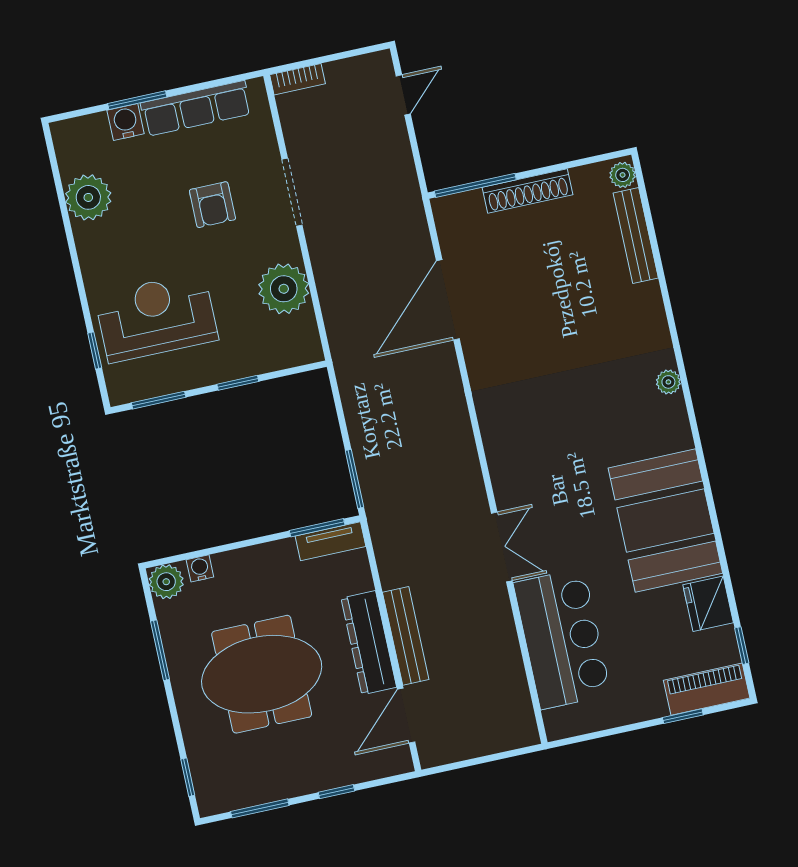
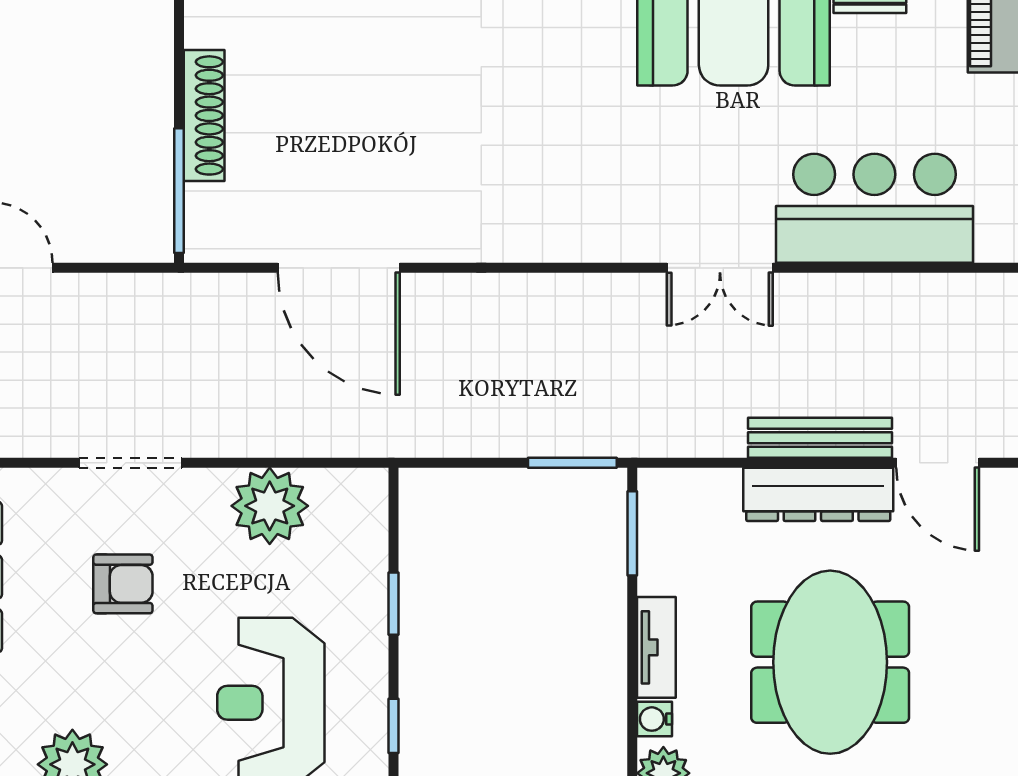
window: (159, 400) -> (393, 726), width x0.67
tv unit: (331, 541) -> (656, 647), moved
double door: (502, 547) -> (720, 268), swing flipped

